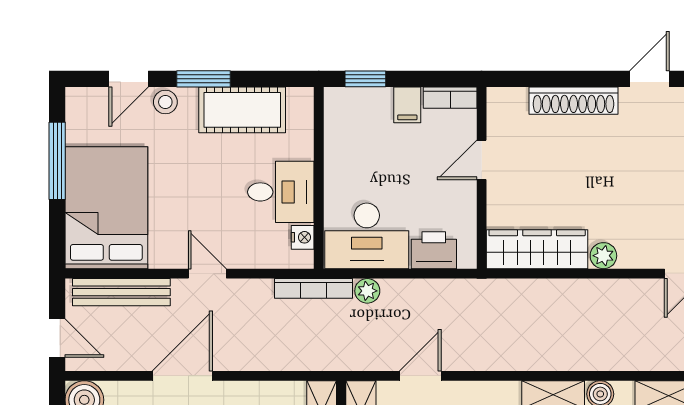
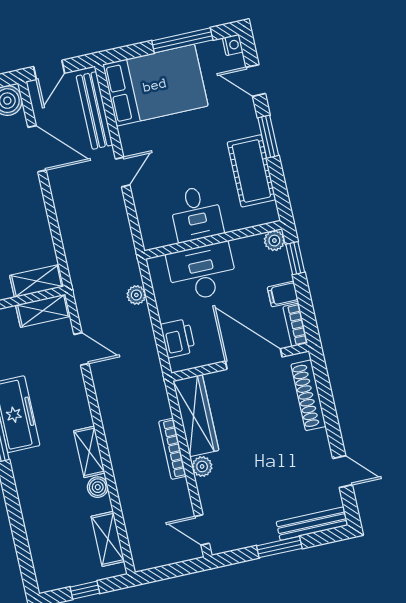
plant: (337, 100) -> (274, 241), added
shoe rack: (573, 101) -> (308, 395), moved
stool: (165, 102) -> (245, 112), removed
door: (482, 160) -> (254, 359), width x1.87
desk: (367, 236) -> (202, 272), moved, turned 90
nightstand: (303, 237) -> (233, 45), moved, turned -90
bookcase: (314, 288) -> (172, 449), moved
door: (182, 376) -> (37, 149), moved

